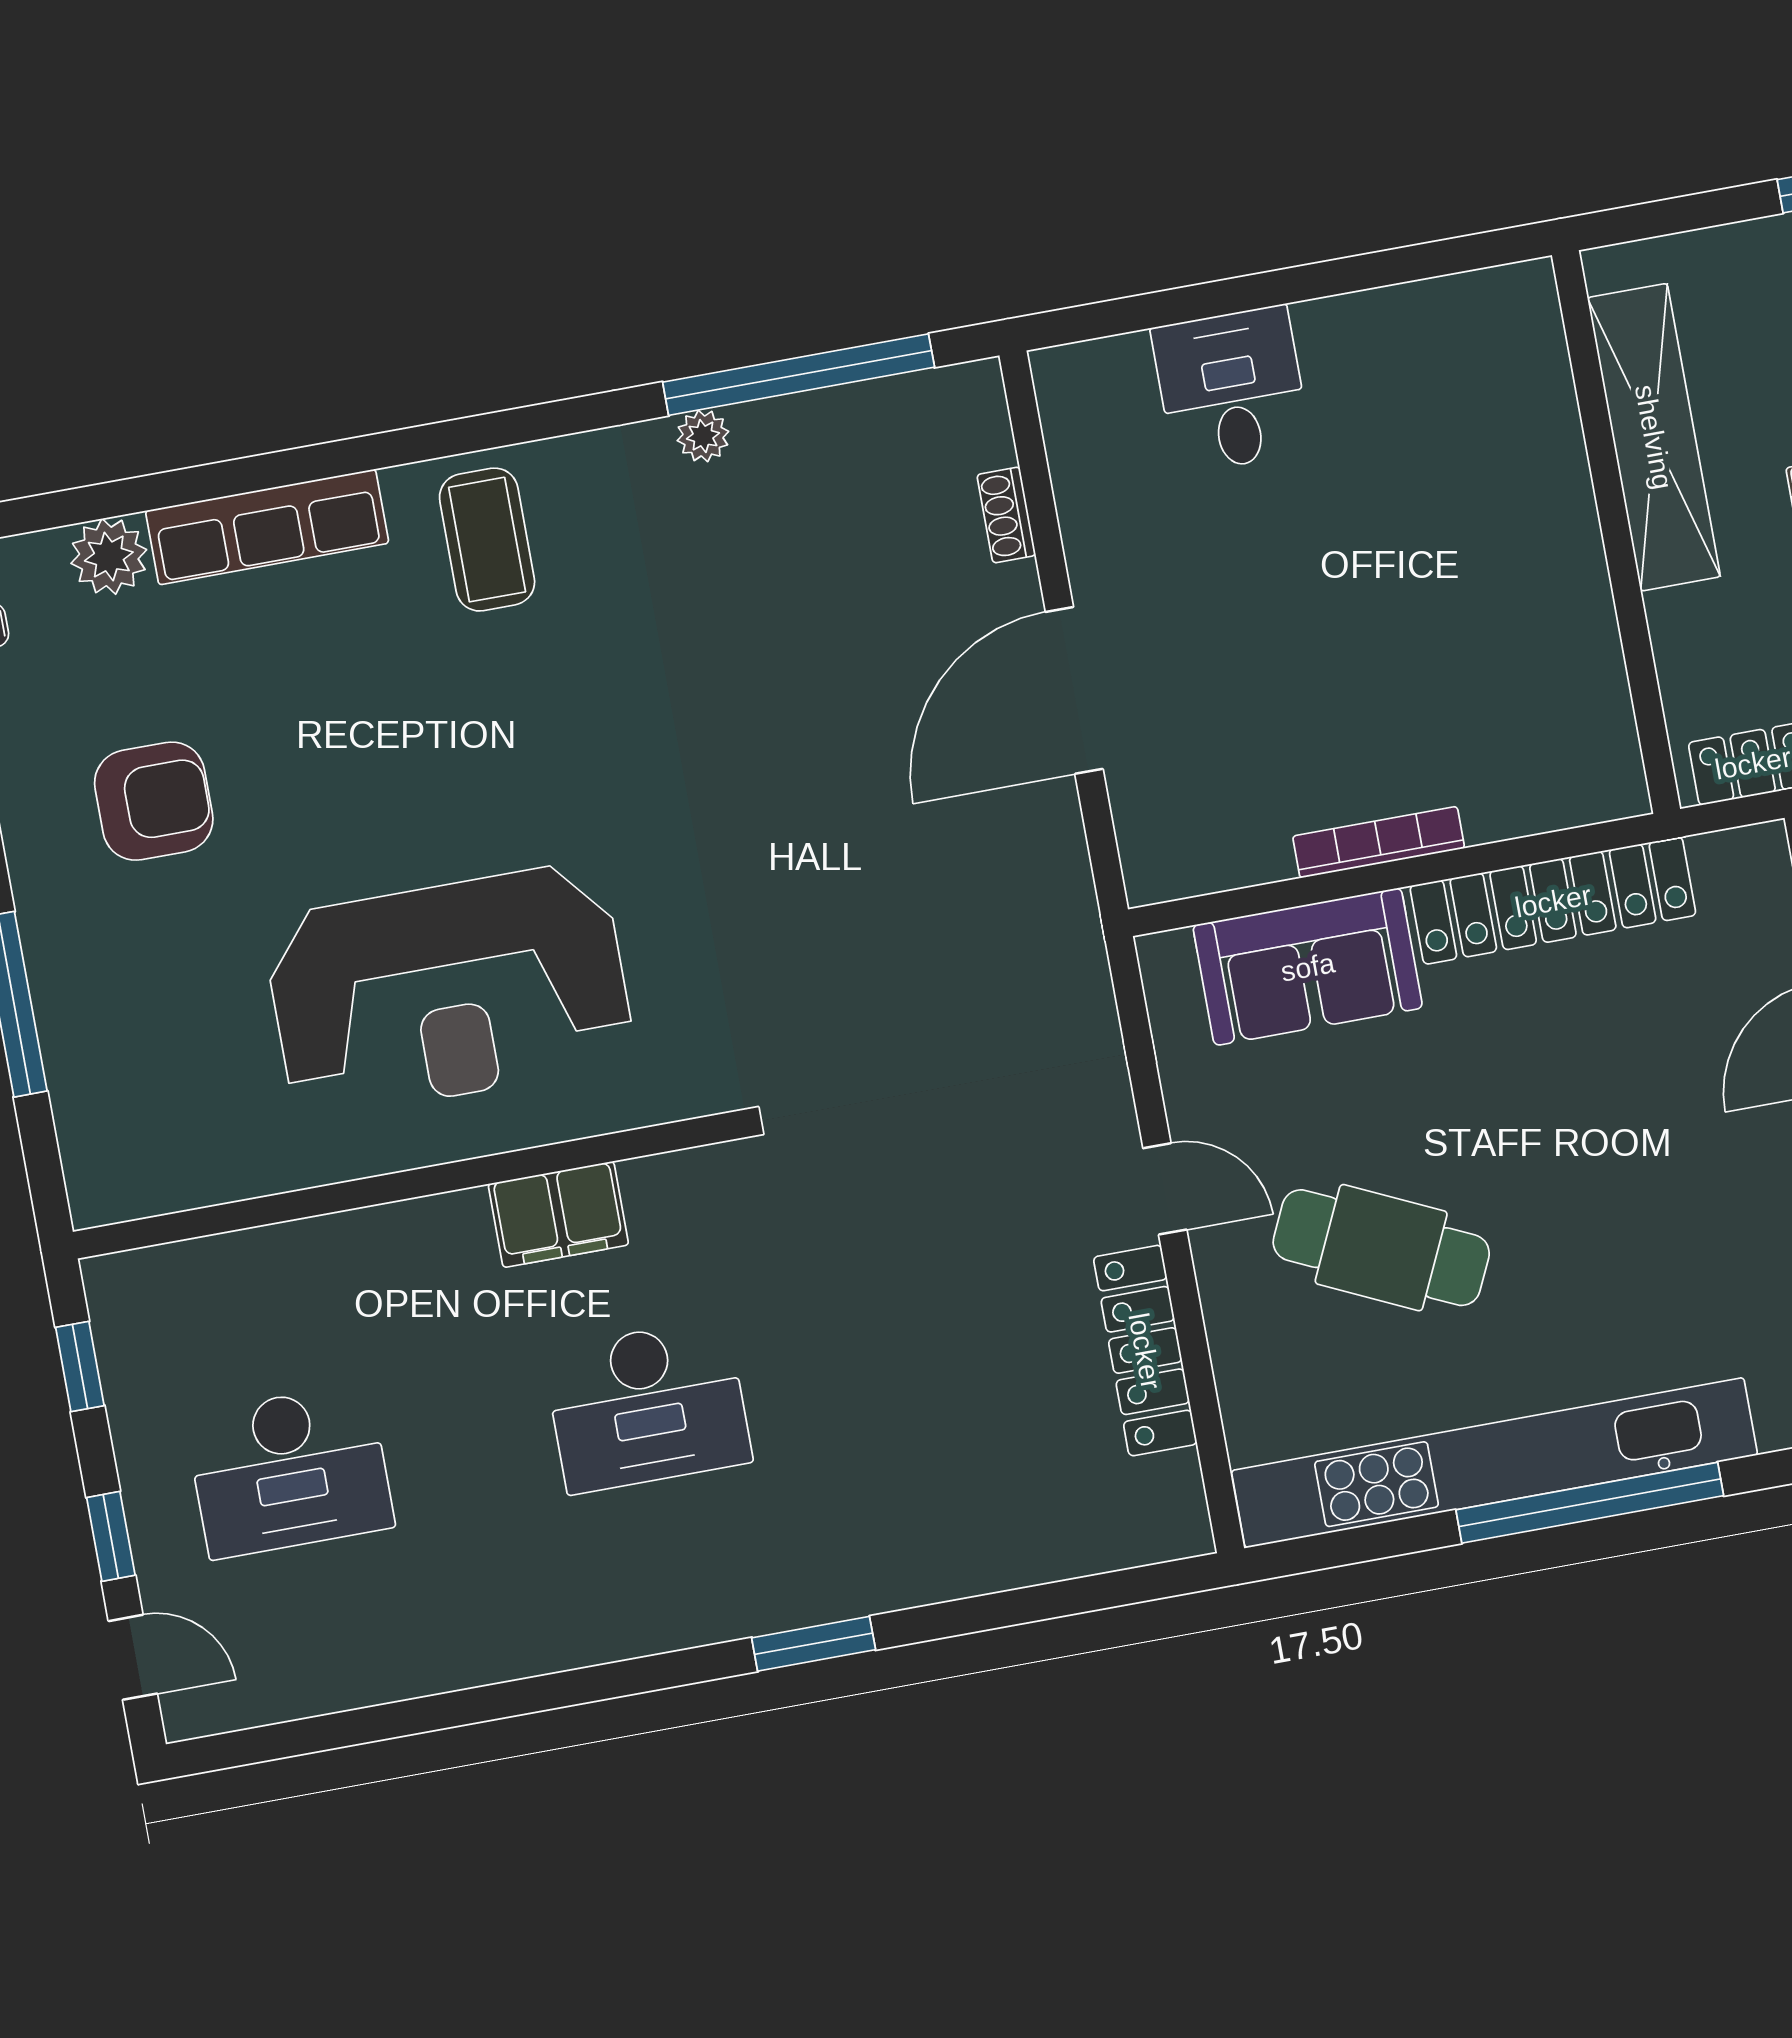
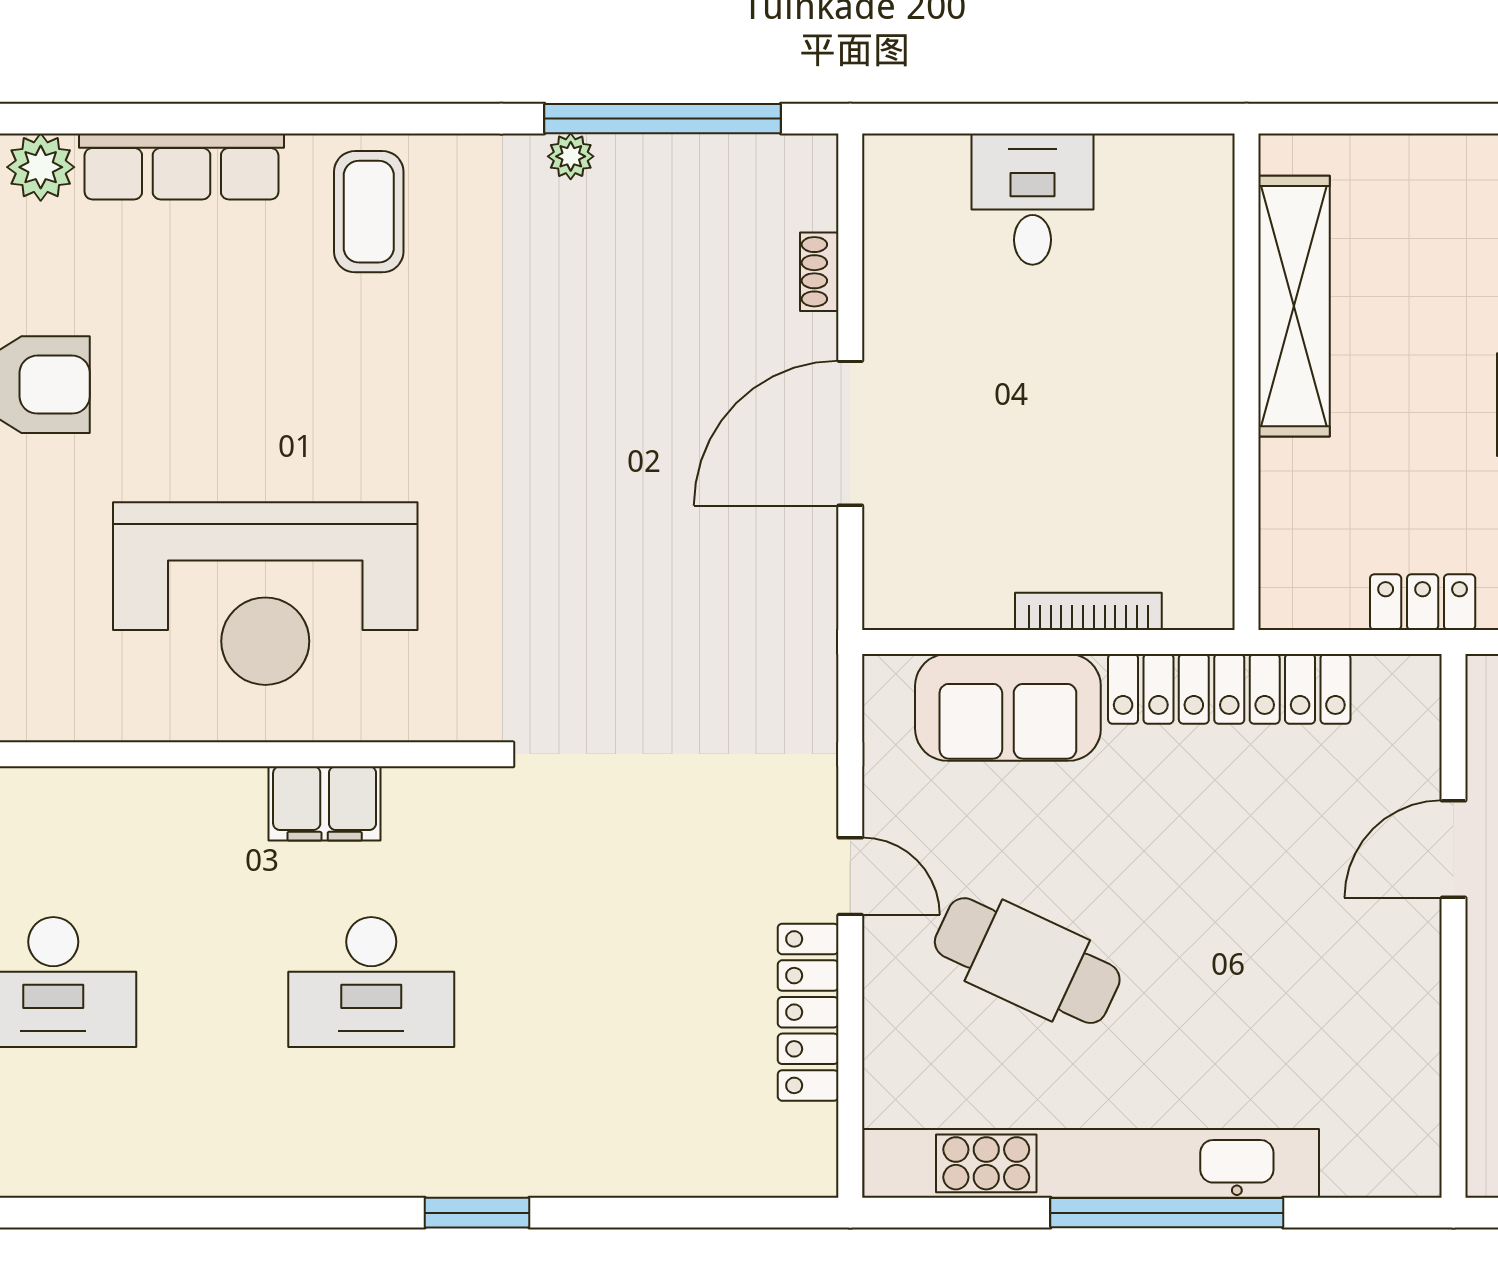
shelving: (1654, 437) -> (1294, 306), moved
wall: (1616, 532) -> (1247, 382), moved

